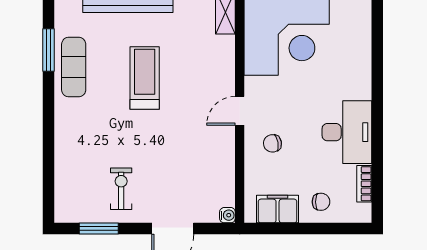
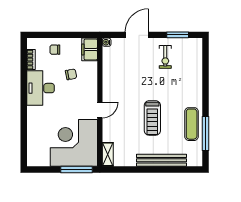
window: (48, 50) -> (205, 133), width x1.44
door: (240, 111) -> (100, 110), moved
chair: (272, 143) -> (71, 74), moved
filing cabinet: (278, 209) -> (90, 49), moved, turned 90

